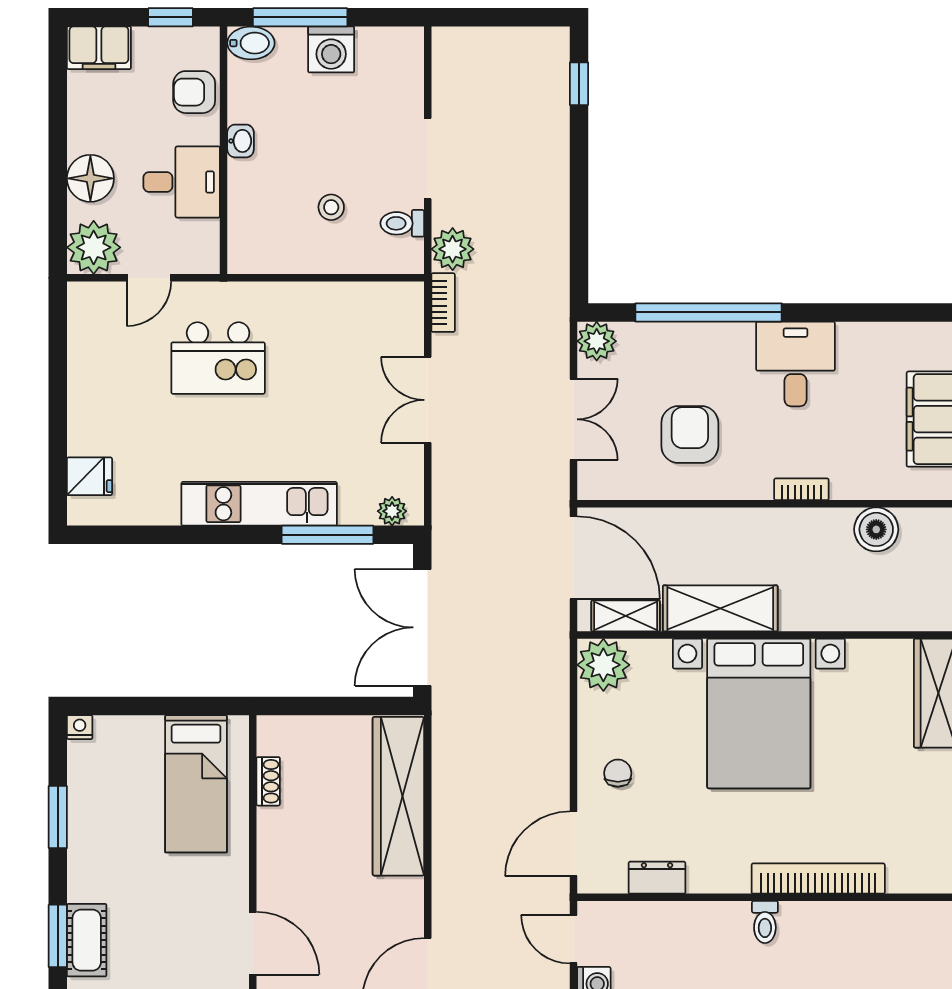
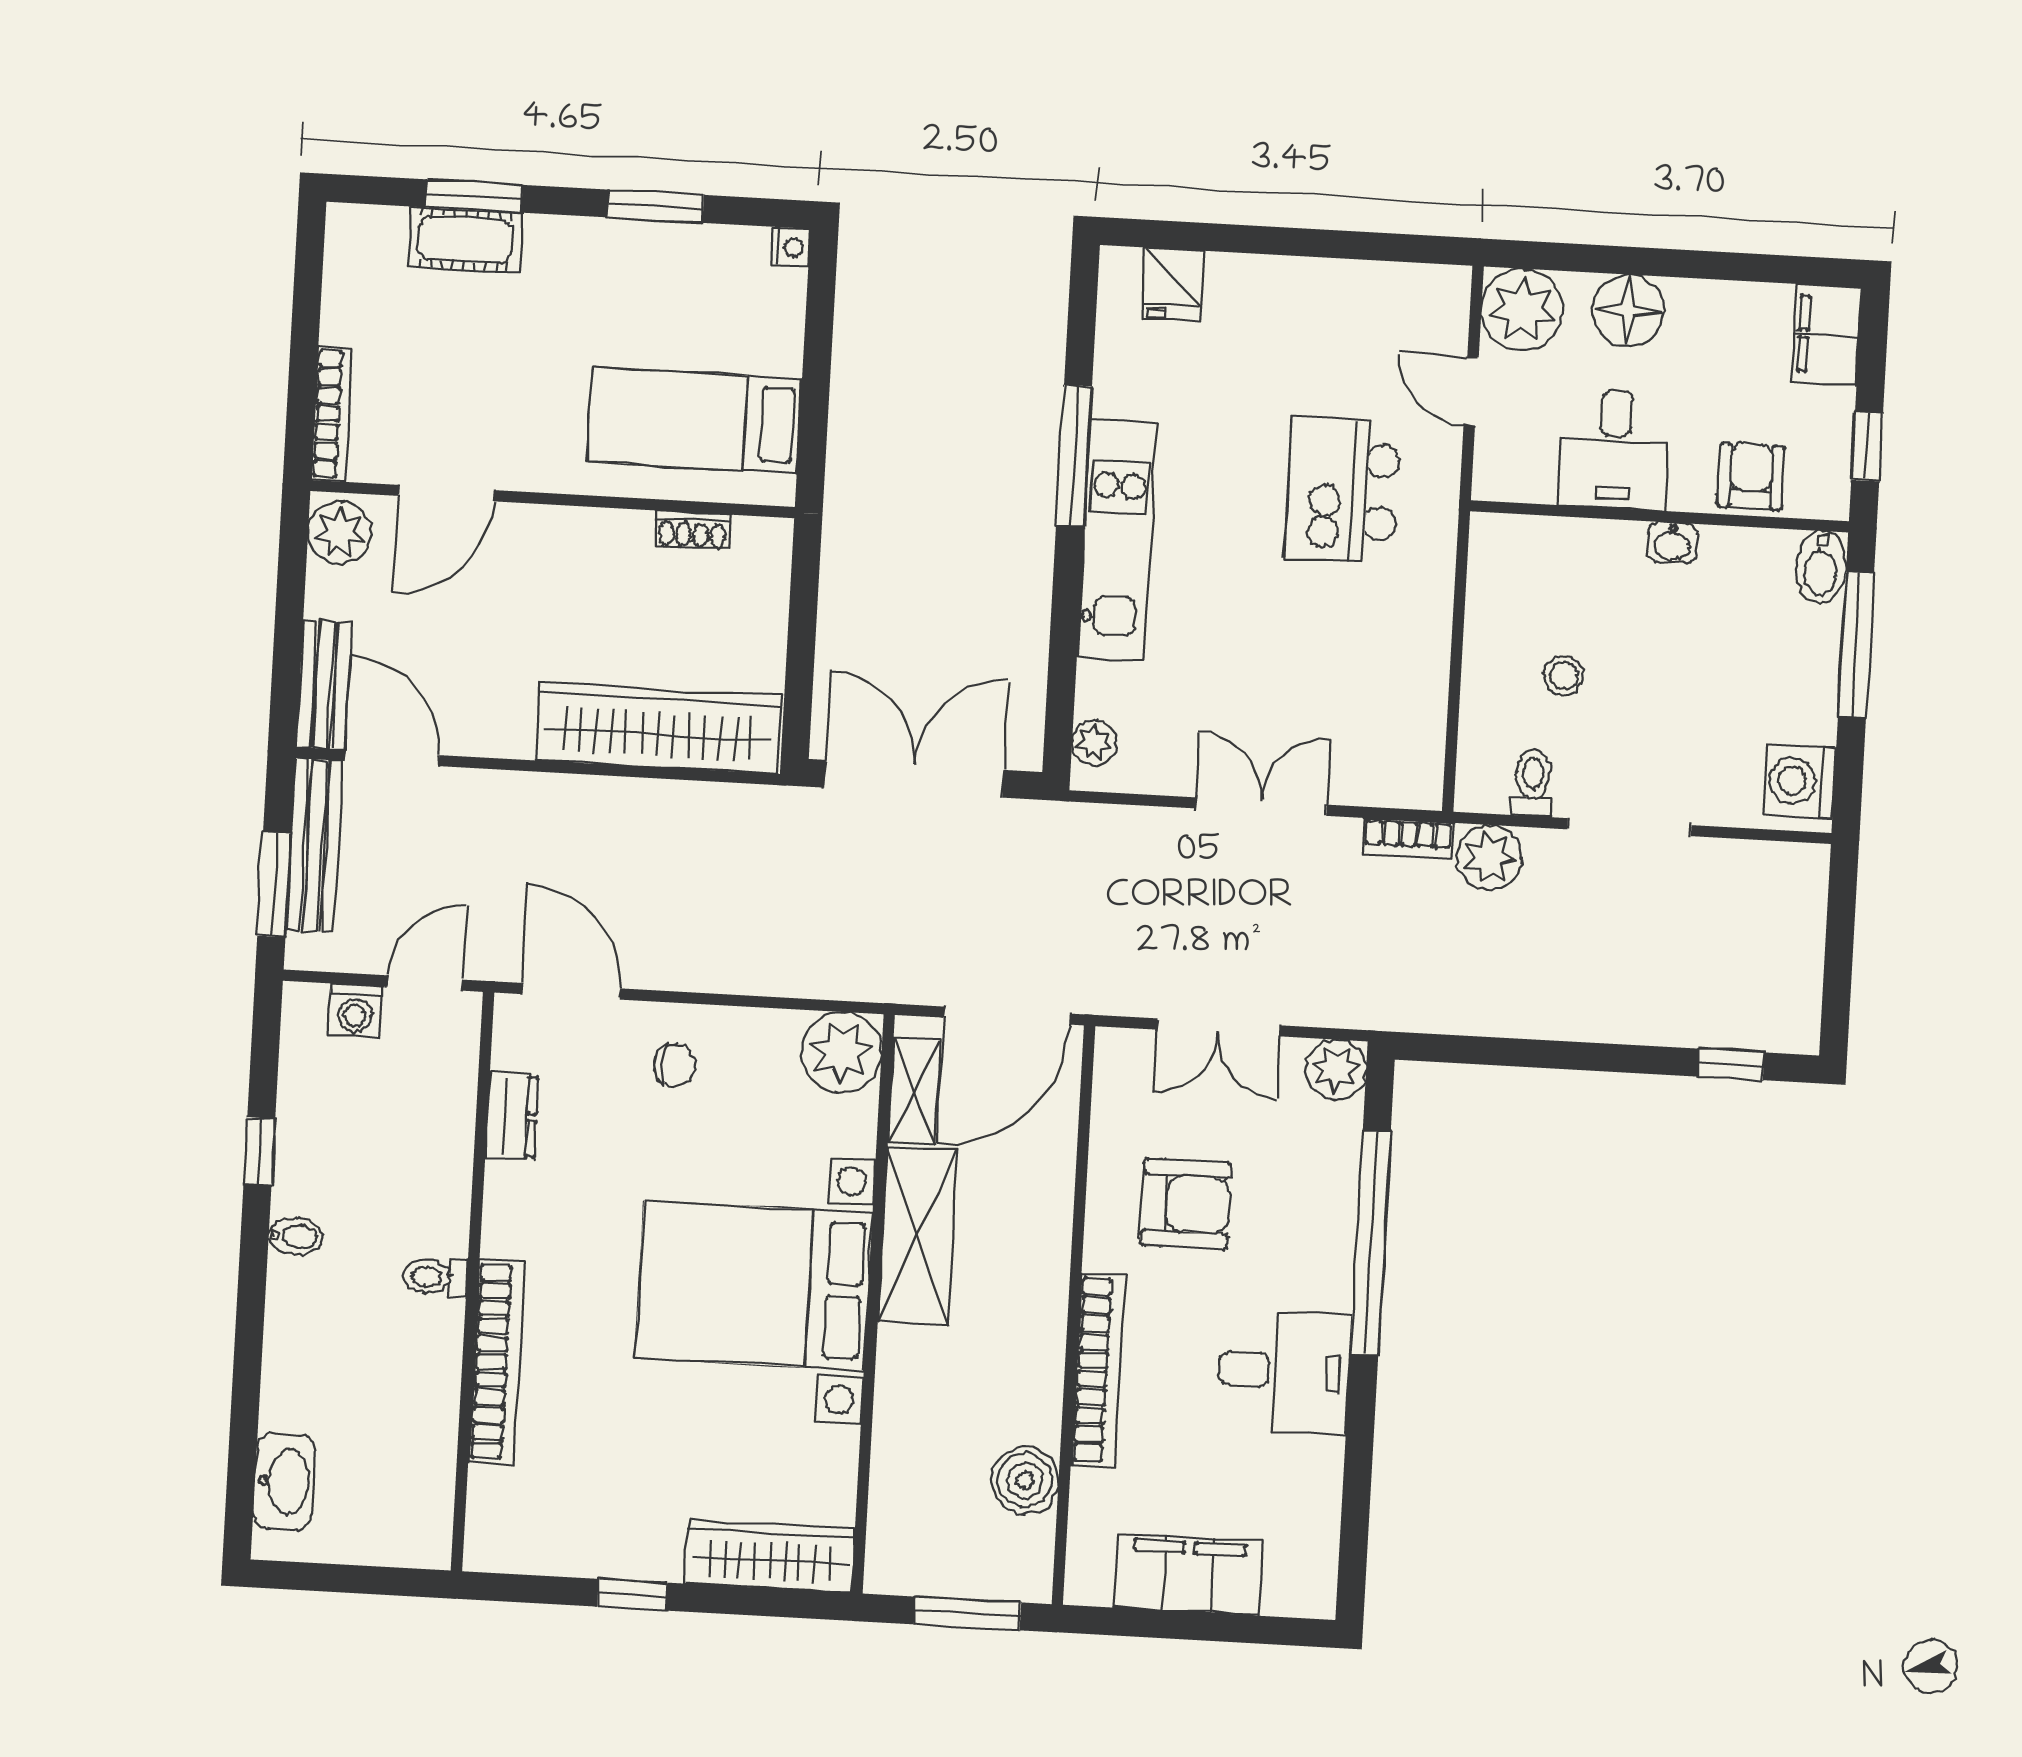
washing machine: (331, 49) -> (1799, 781), moved
bookcase: (801, 489) -> (1098, 1370), width x2.31, depth x1.31
window: (328, 535) -> (1074, 456), moved

